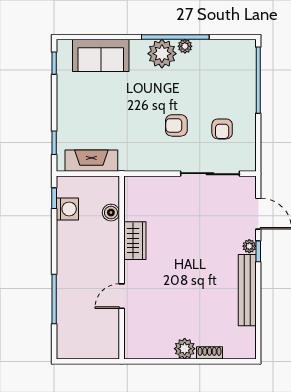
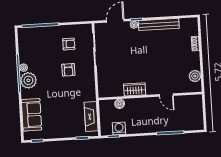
plant: (185, 349) -> (195, 76), moved

